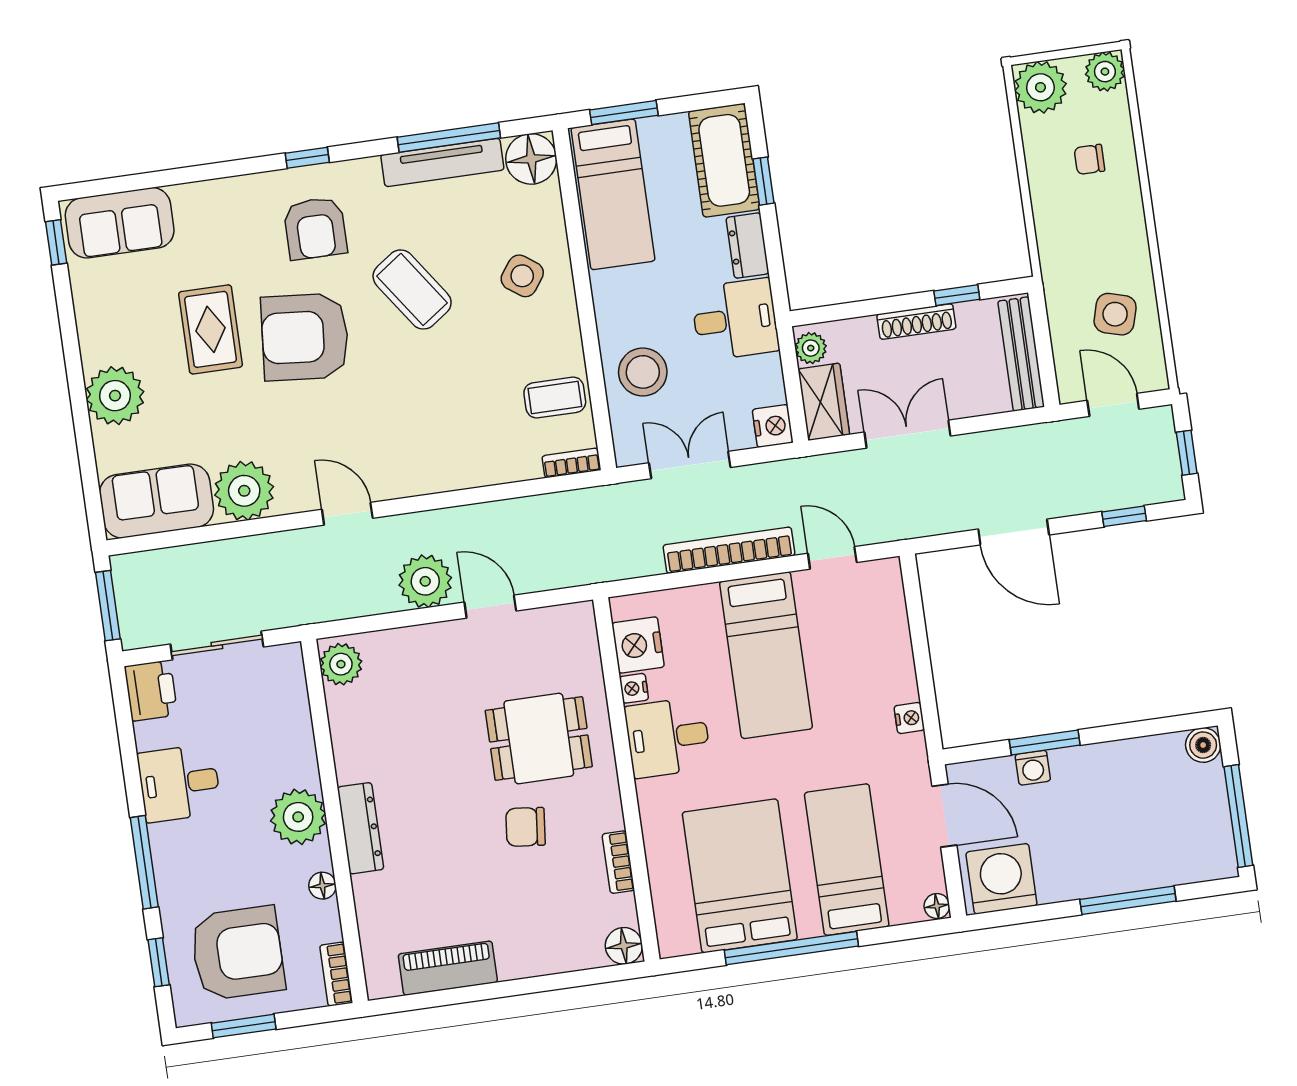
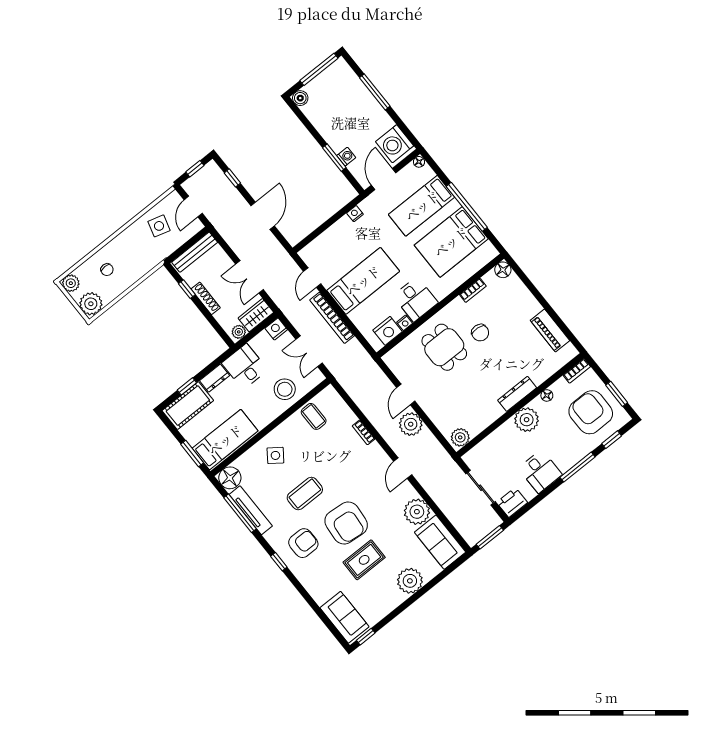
coffee table: (412, 289) -> (305, 494), turned 35
bookcase: (571, 463) -> (364, 432), moved

